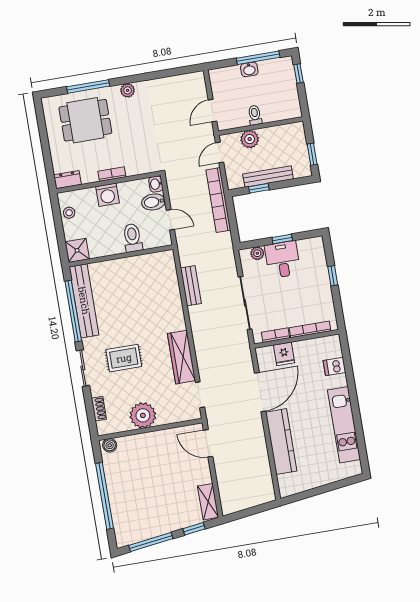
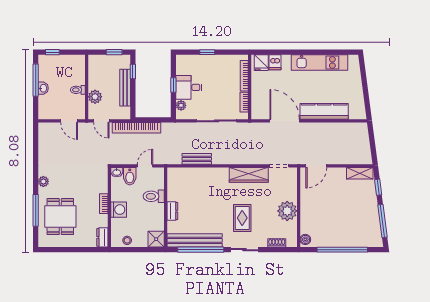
window: (259, 188) -> (133, 72), moved
dresser: (117, 265) -> (172, 211), added
fridge: (284, 354) -> (261, 63), moved, turned 90

